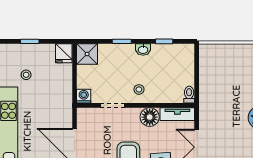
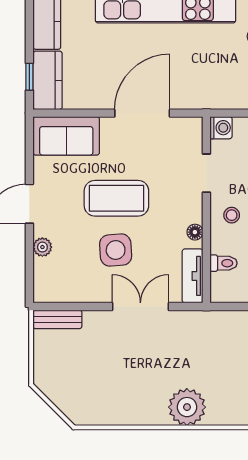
toilet: (189, 95) -> (223, 263), moved
floor lamp: (150, 117) -> (195, 232), width x0.53, depth x0.53

